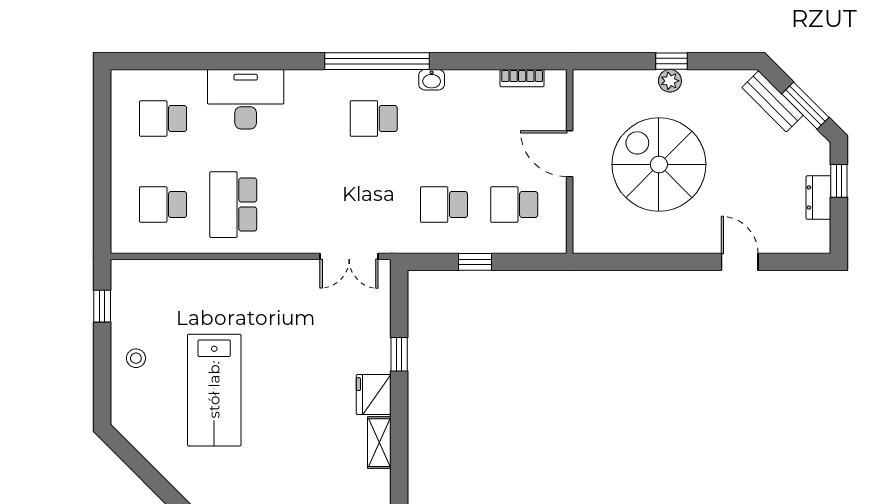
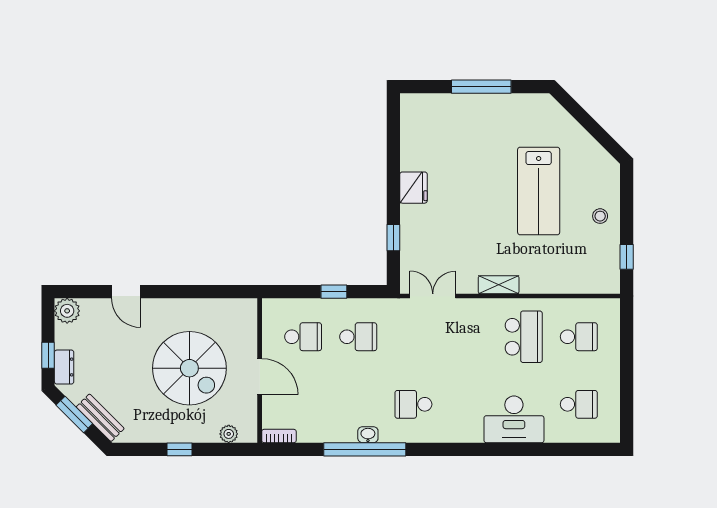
window: (377, 61) -> (365, 449), moved
bookcase: (522, 78) -> (279, 436), moved
plant: (670, 81) -> (229, 434), moved
school desk: (374, 119) -> (413, 404), turned 180
dresser: (818, 197) -> (64, 367), moved
plant: (815, 238) -> (67, 311), added
window: (399, 354) -> (393, 238), moved
lab bench: (214, 390) -> (539, 191), turned 180
shelving: (379, 443) -> (499, 285), moved, turned 90

